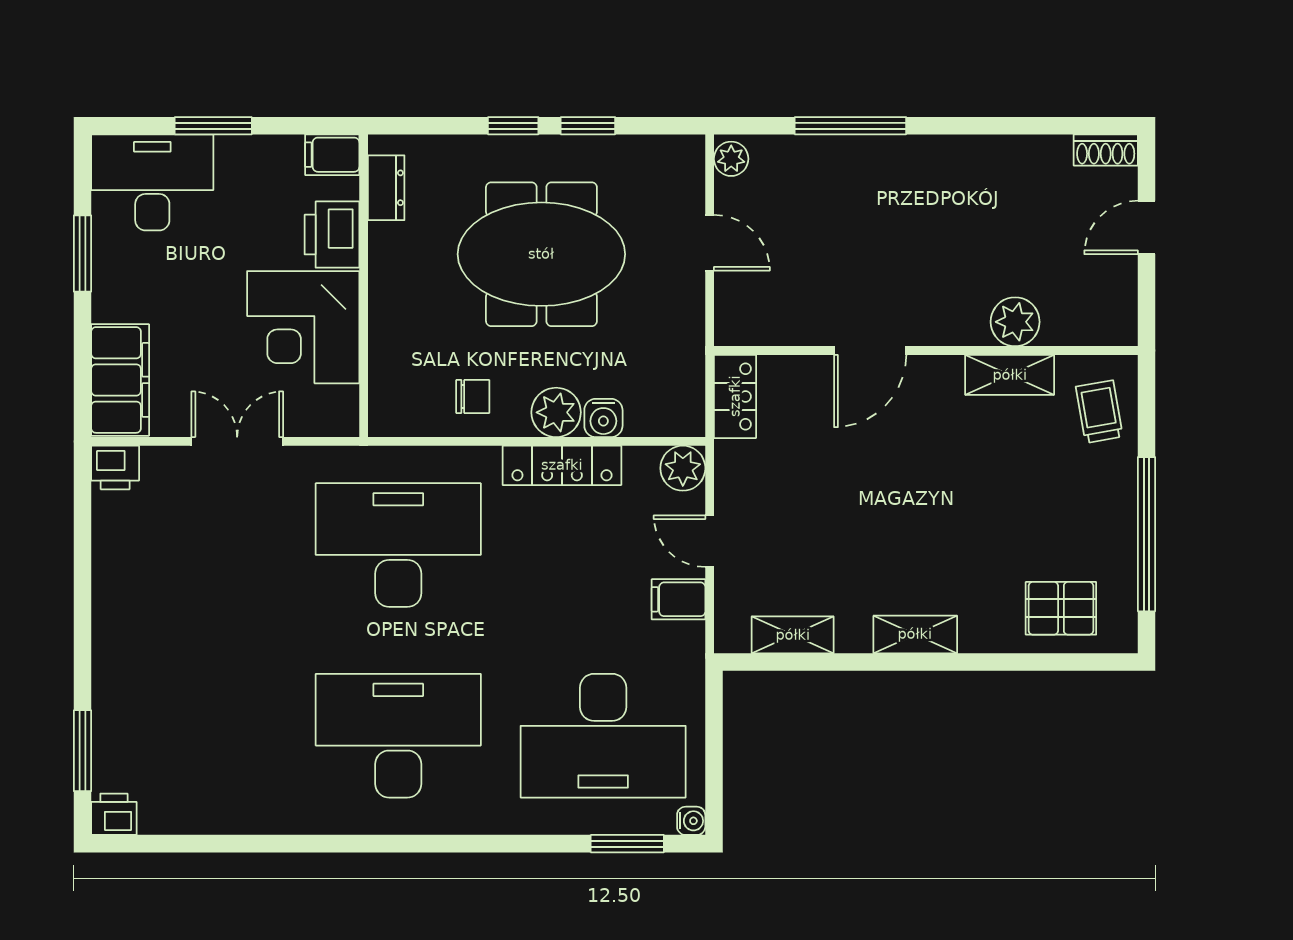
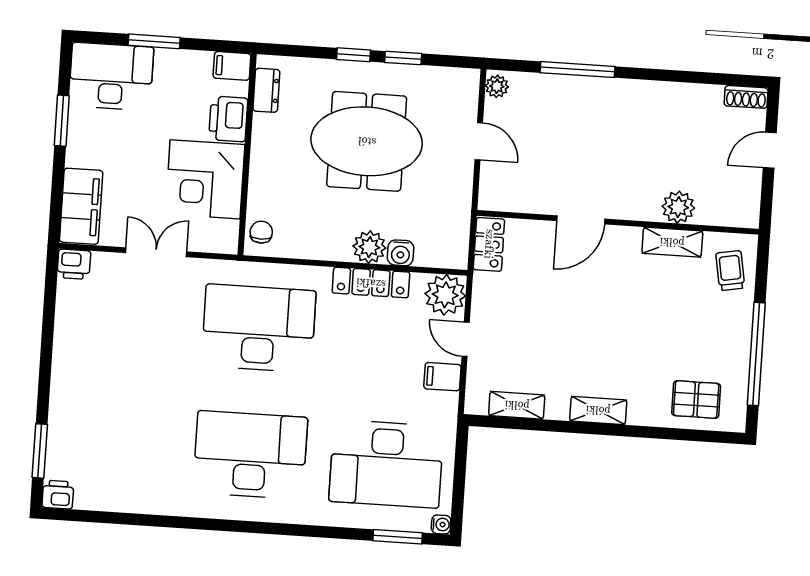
chair: (473, 397) -> (261, 232), moved, turned -90
plant: (683, 468) -> (445, 295), width x1.36, depth x1.36

